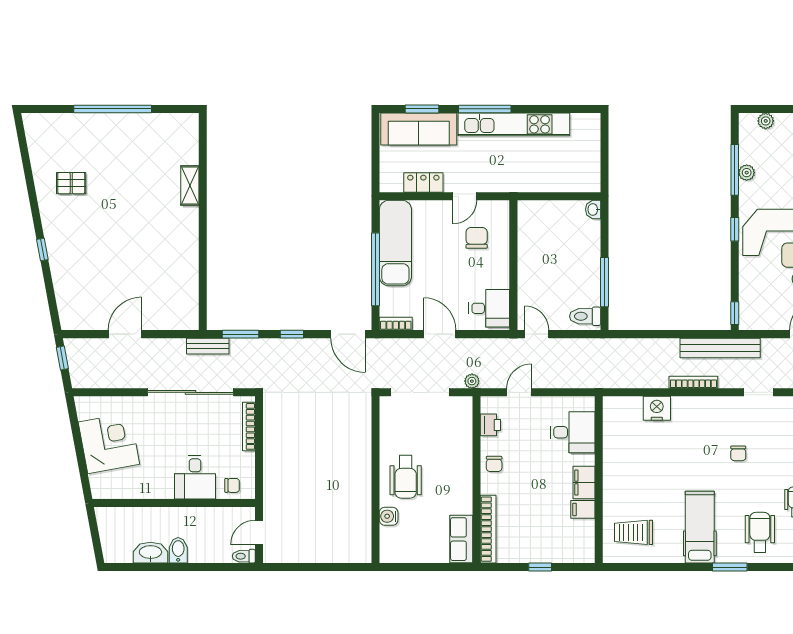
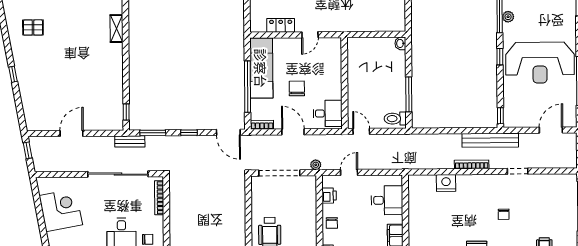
chair: (477, 238) -> (297, 88), moved
window: (203, 304) -> (126, 112), added

